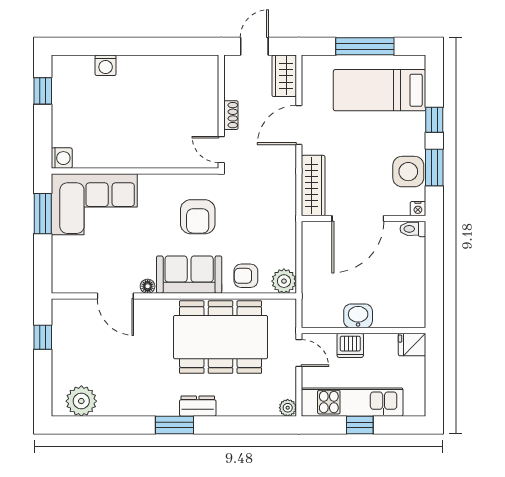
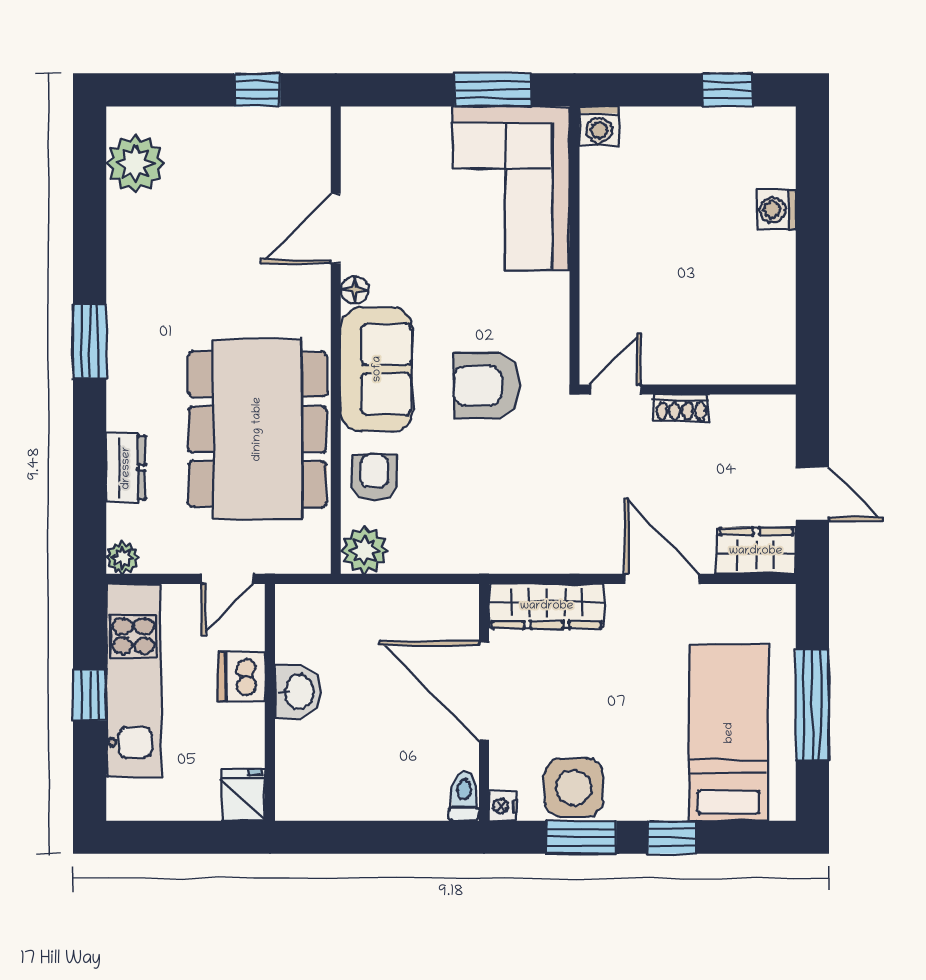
wall: (221, 112) -> (688, 389), moved
shoe rack: (231, 115) -> (681, 408), moved
door: (221, 150) -> (615, 389), moved
dresser: (198, 406) -> (126, 468), moved

